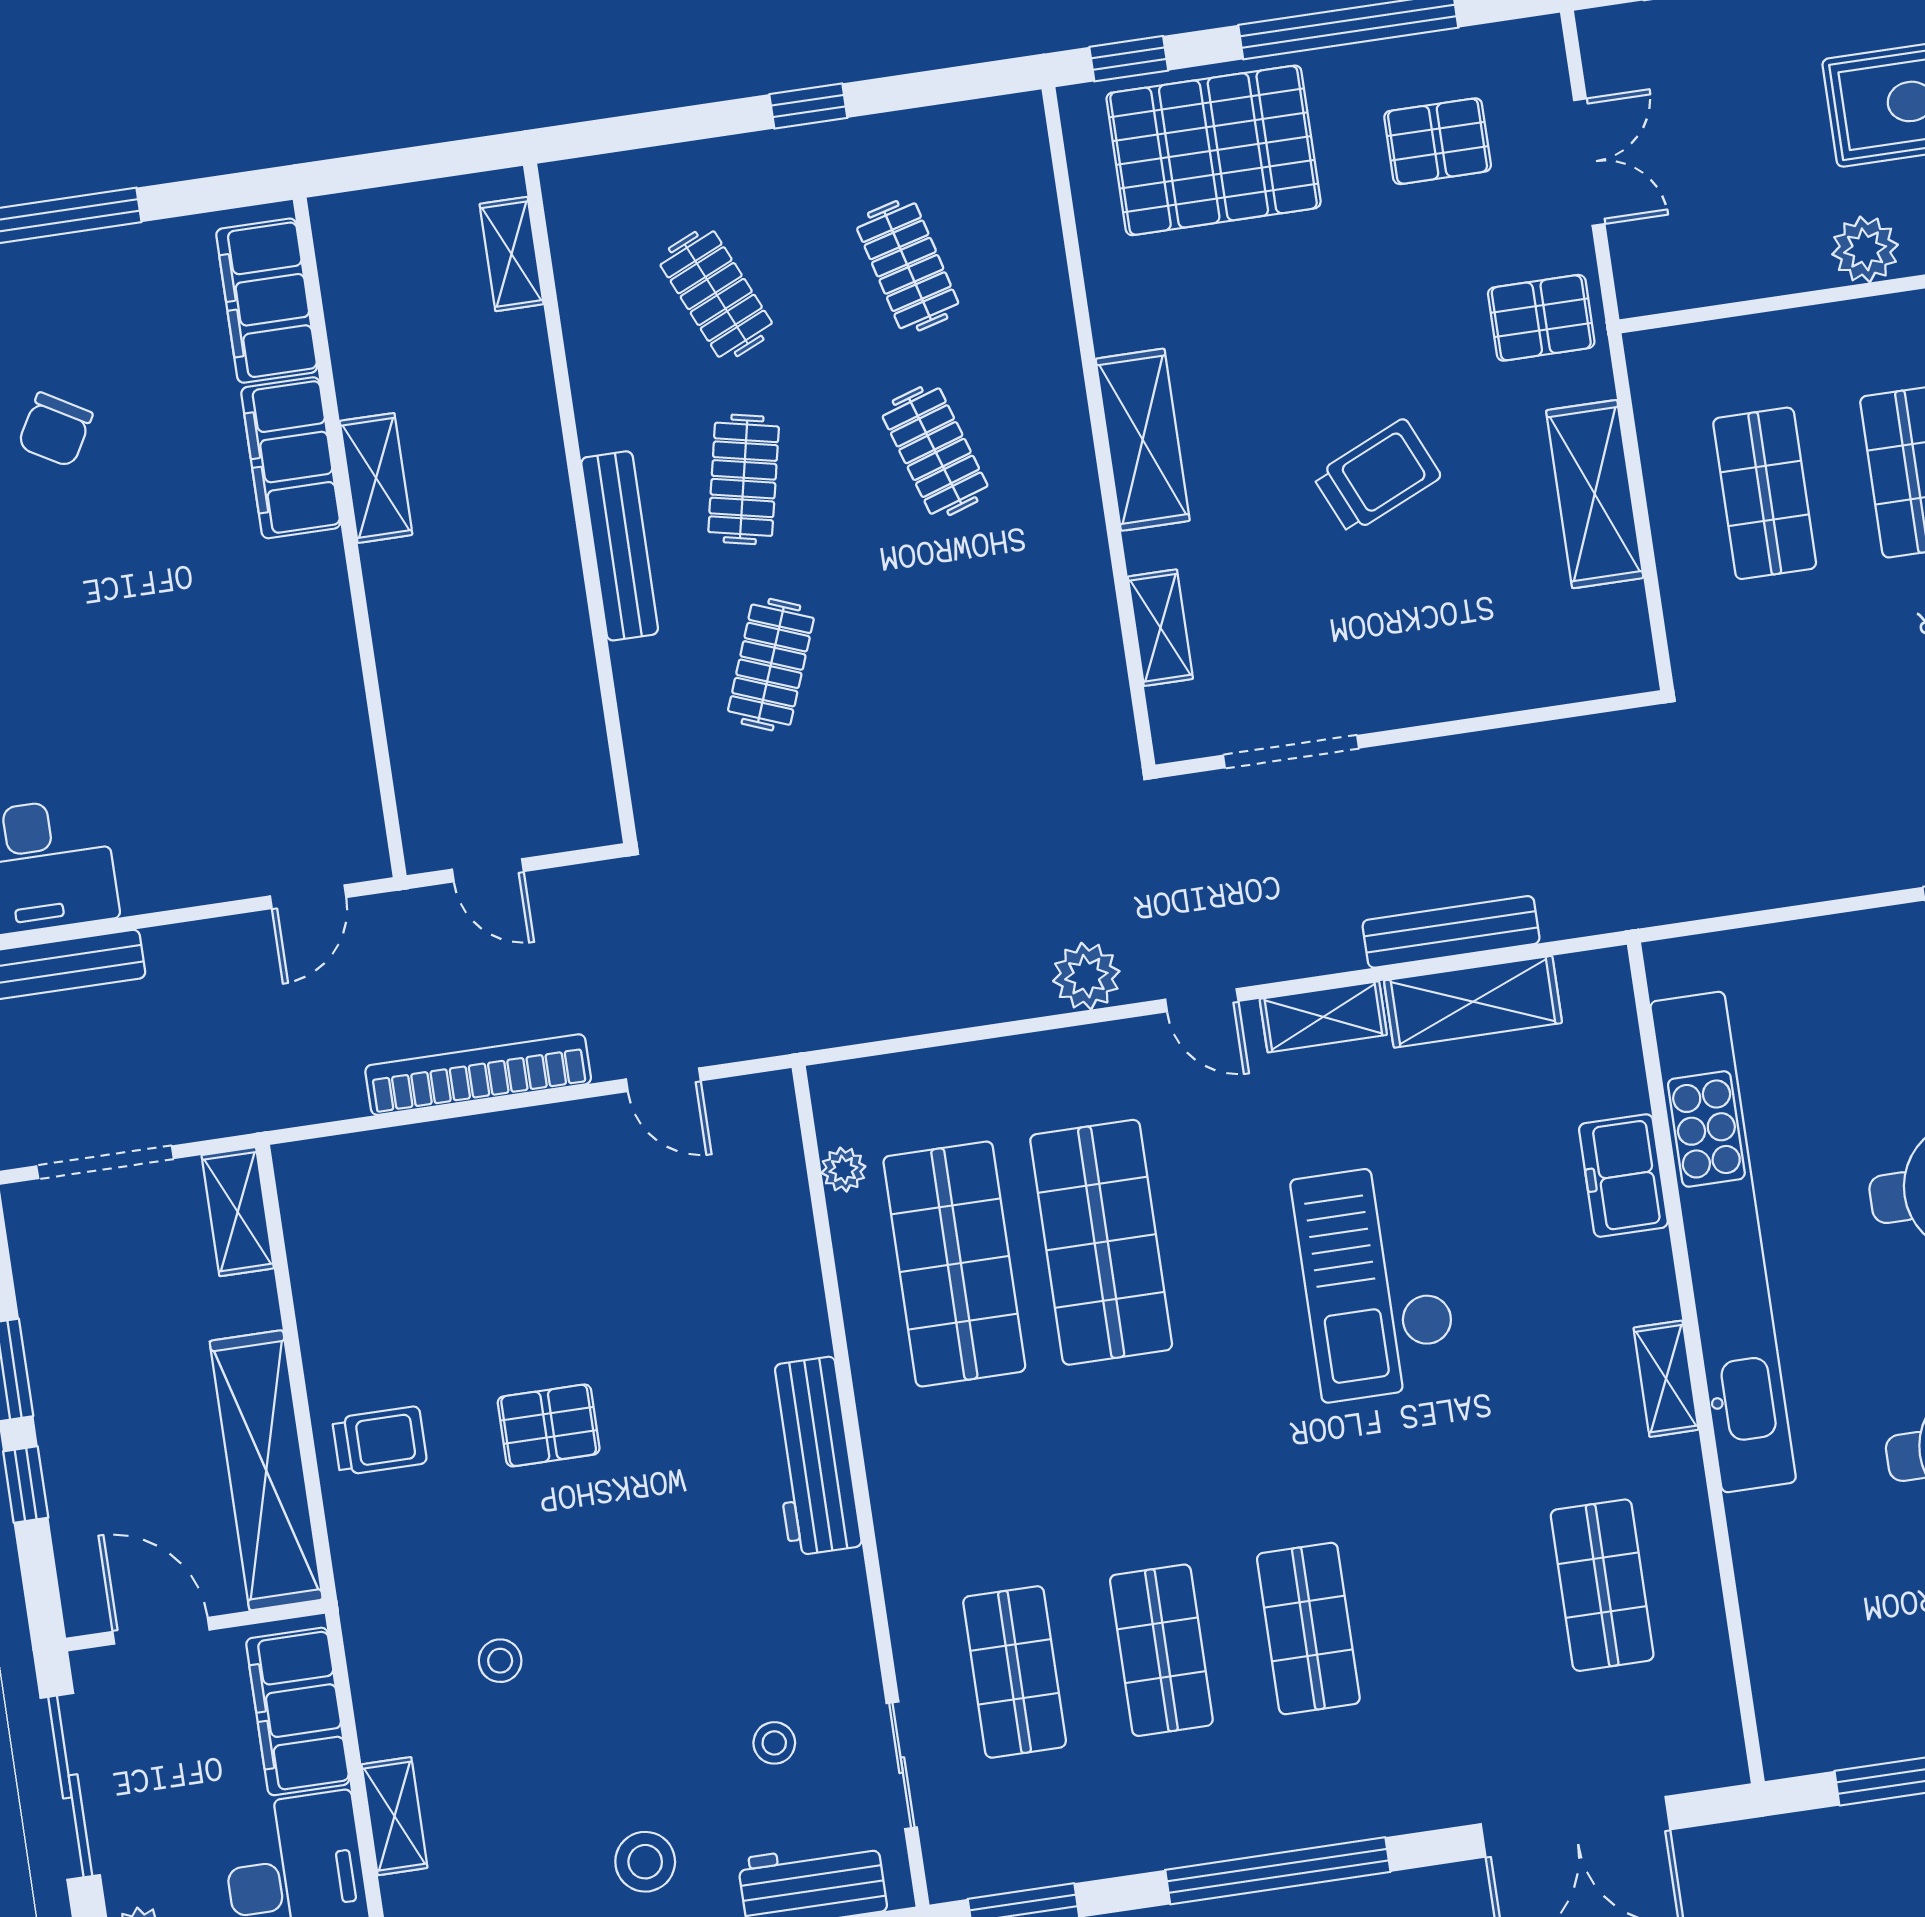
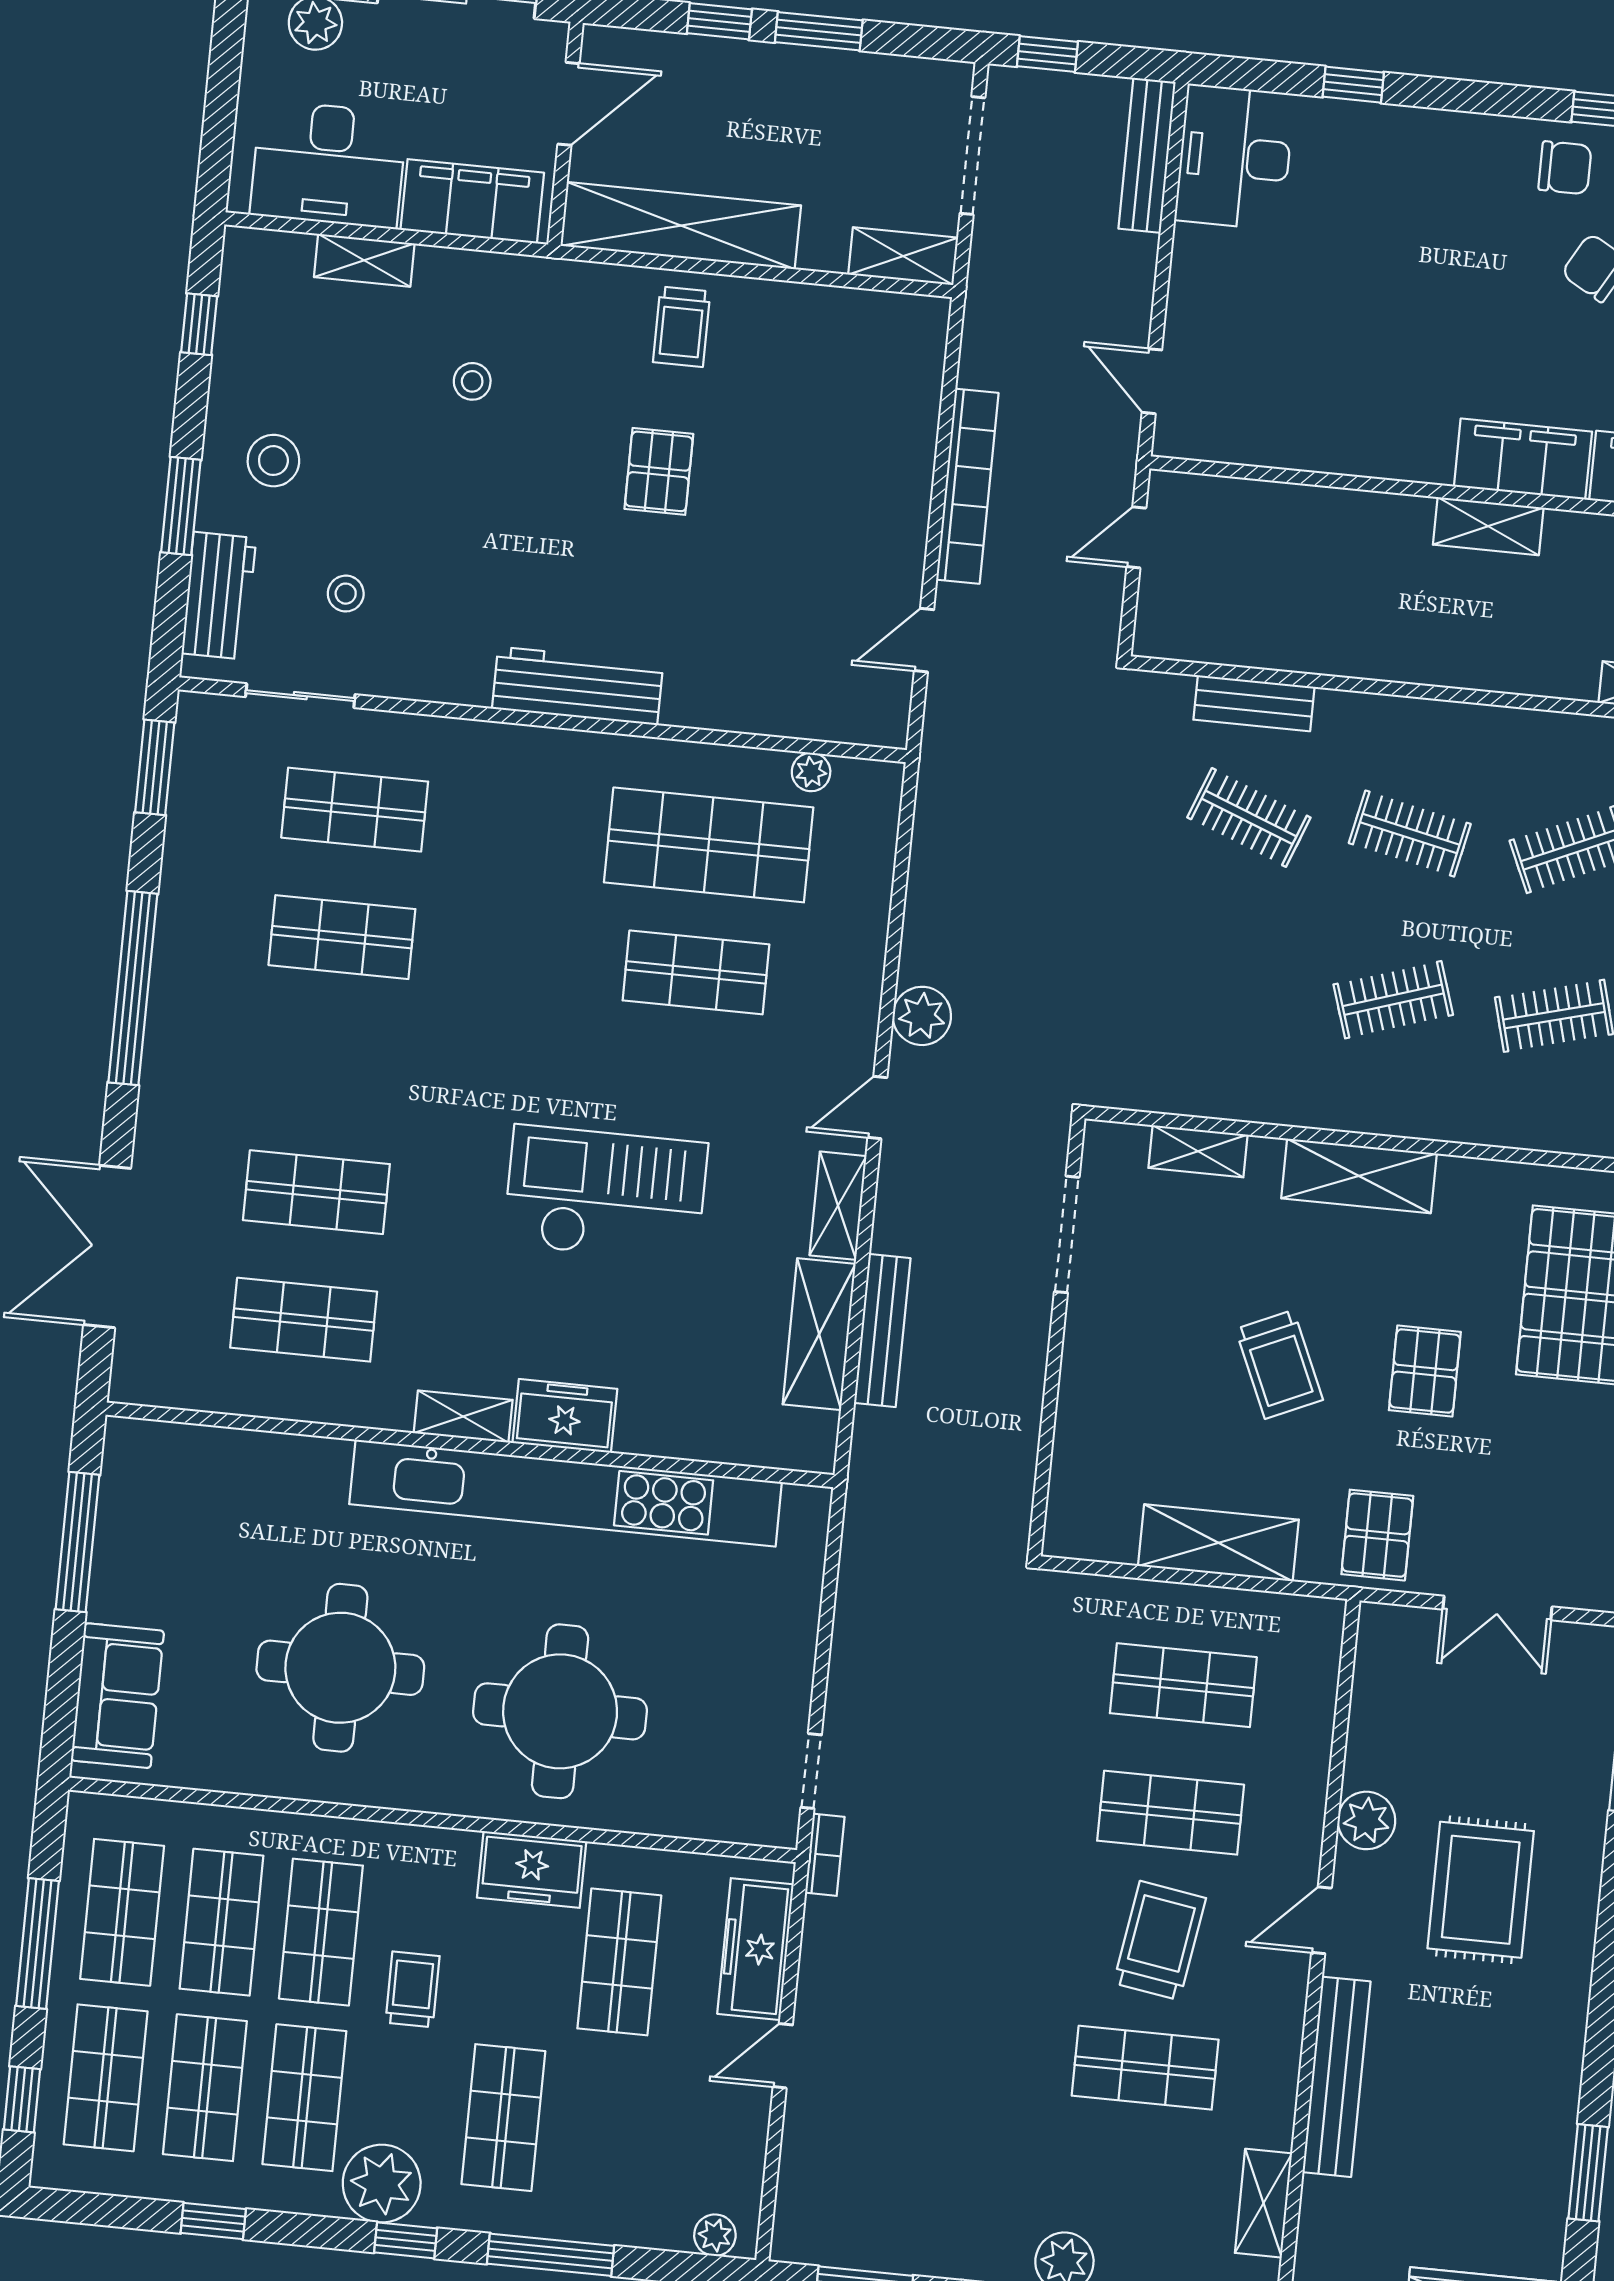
pallet: (1438, 141) -> (1425, 1371), moved
bench: (620, 546) -> (1254, 703), moved, width x0.73
freezer: (1623, 1176) -> (565, 1416), moved
shop shelf: (1101, 1242) -> (696, 972), width x0.70, depth x0.74
shop shelf: (1308, 1629) -> (316, 1192), moved

